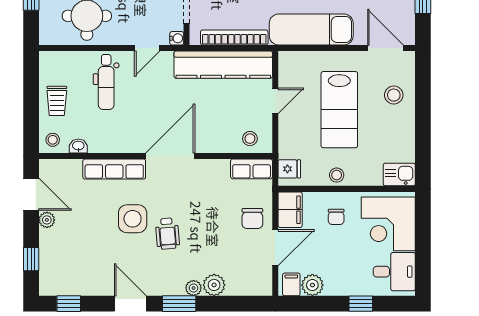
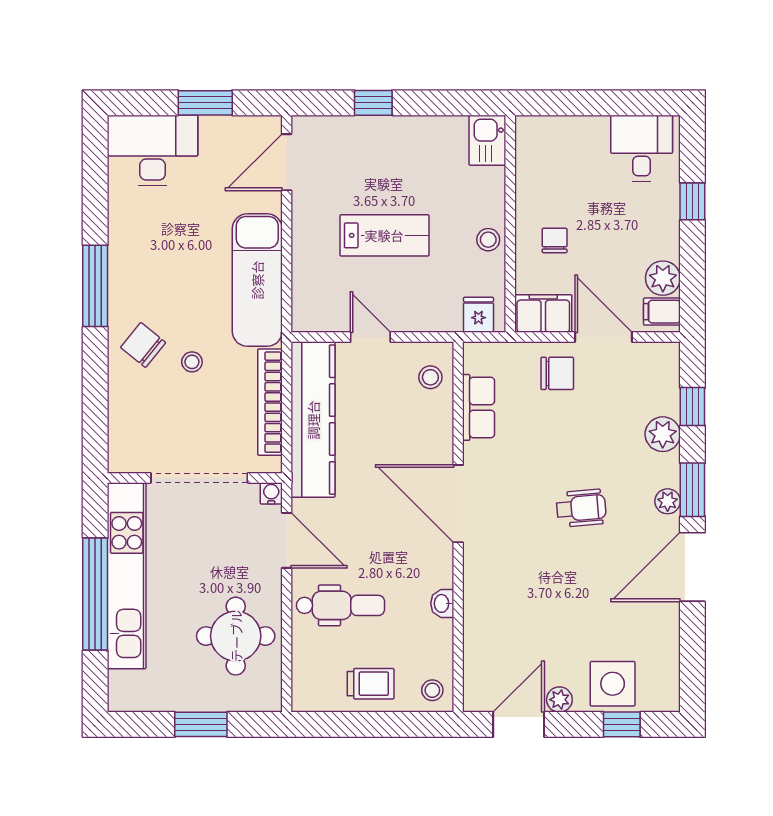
door: (147, 48) -> (287, 540), width x1.38
stool: (394, 95) -> (361, 149), removed
window: (423, 103) -> (373, 103), added
lab bench: (339, 110) -> (384, 235), width x0.73, depth x0.72
washbasin: (78, 146) -> (442, 603), moved
row of seats: (114, 169) -> (479, 593), removed
row of seats: (252, 169) -> (479, 407), moved
chair: (336, 217) -> (555, 240), turned -90
side table: (133, 219) -> (613, 684), moved
corner desk: (388, 224) -> (566, 158), removed
plant: (194, 288) -> (668, 501), moved
window: (69, 304) -> (692, 407), moved
door: (130, 304) -> (692, 567), width x1.36

